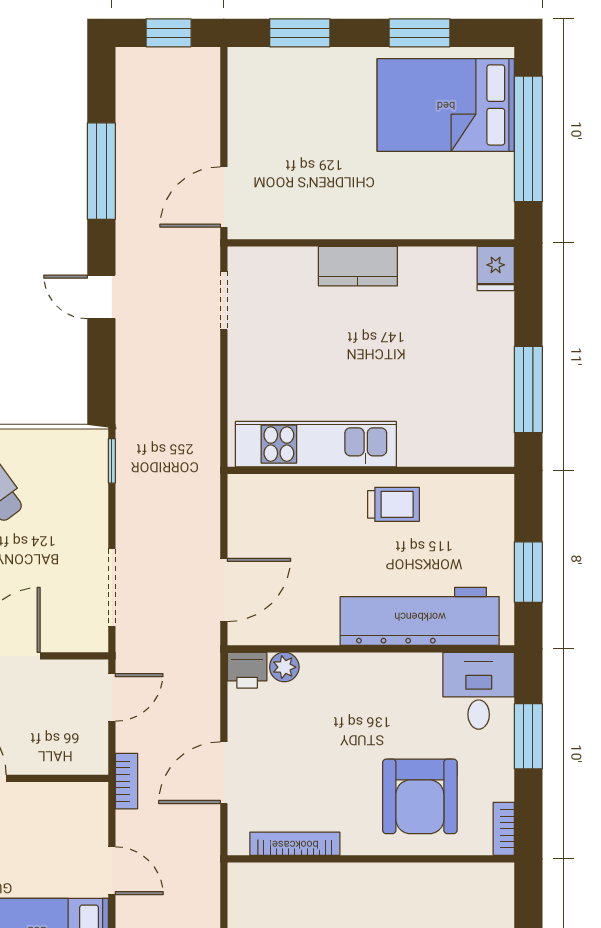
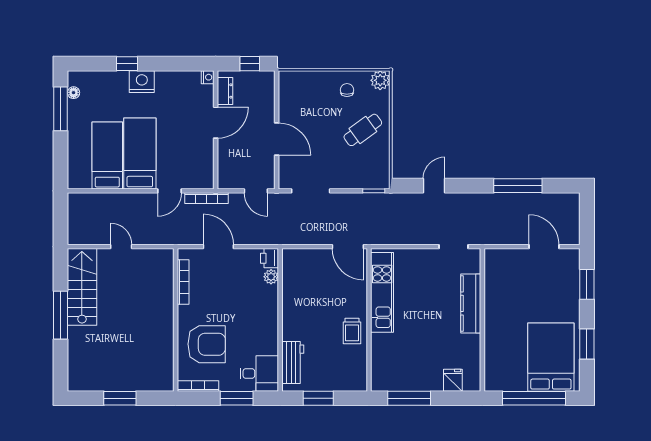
window: (169, 33) -> (587, 219), removed
door: (224, 197) -> (544, 247), moved
kitchen counter: (358, 266) -> (471, 303), width x1.50
fridge: (496, 269) -> (453, 380), moved, turned 90
door: (101, 297) -> (434, 186), moved
door: (224, 590) -> (348, 247), moved
workbench: (420, 616) -> (293, 363), width x0.53, depth x0.76
bookcase: (126, 781) -> (206, 198), width x1.56
armchair: (420, 796) -> (207, 344), turned 180
bookcase: (504, 829) -> (198, 386), width x1.56

